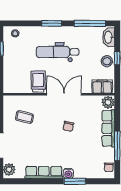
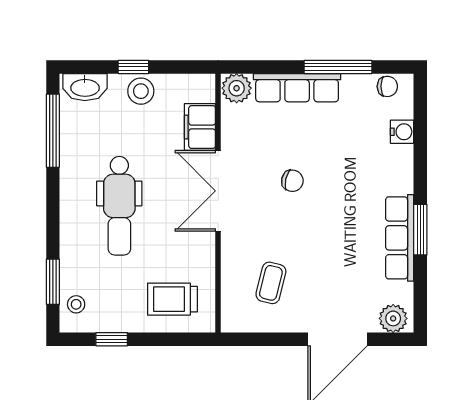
window: (52, 23) -> (53, 282), moved
trolley: (38, 82) -> (172, 299), moved
filing cabinet: (102, 87) -> (200, 127), moved
water cooler: (68, 173) -> (402, 132), moved
window: (75, 181) -> (420, 230), moved

